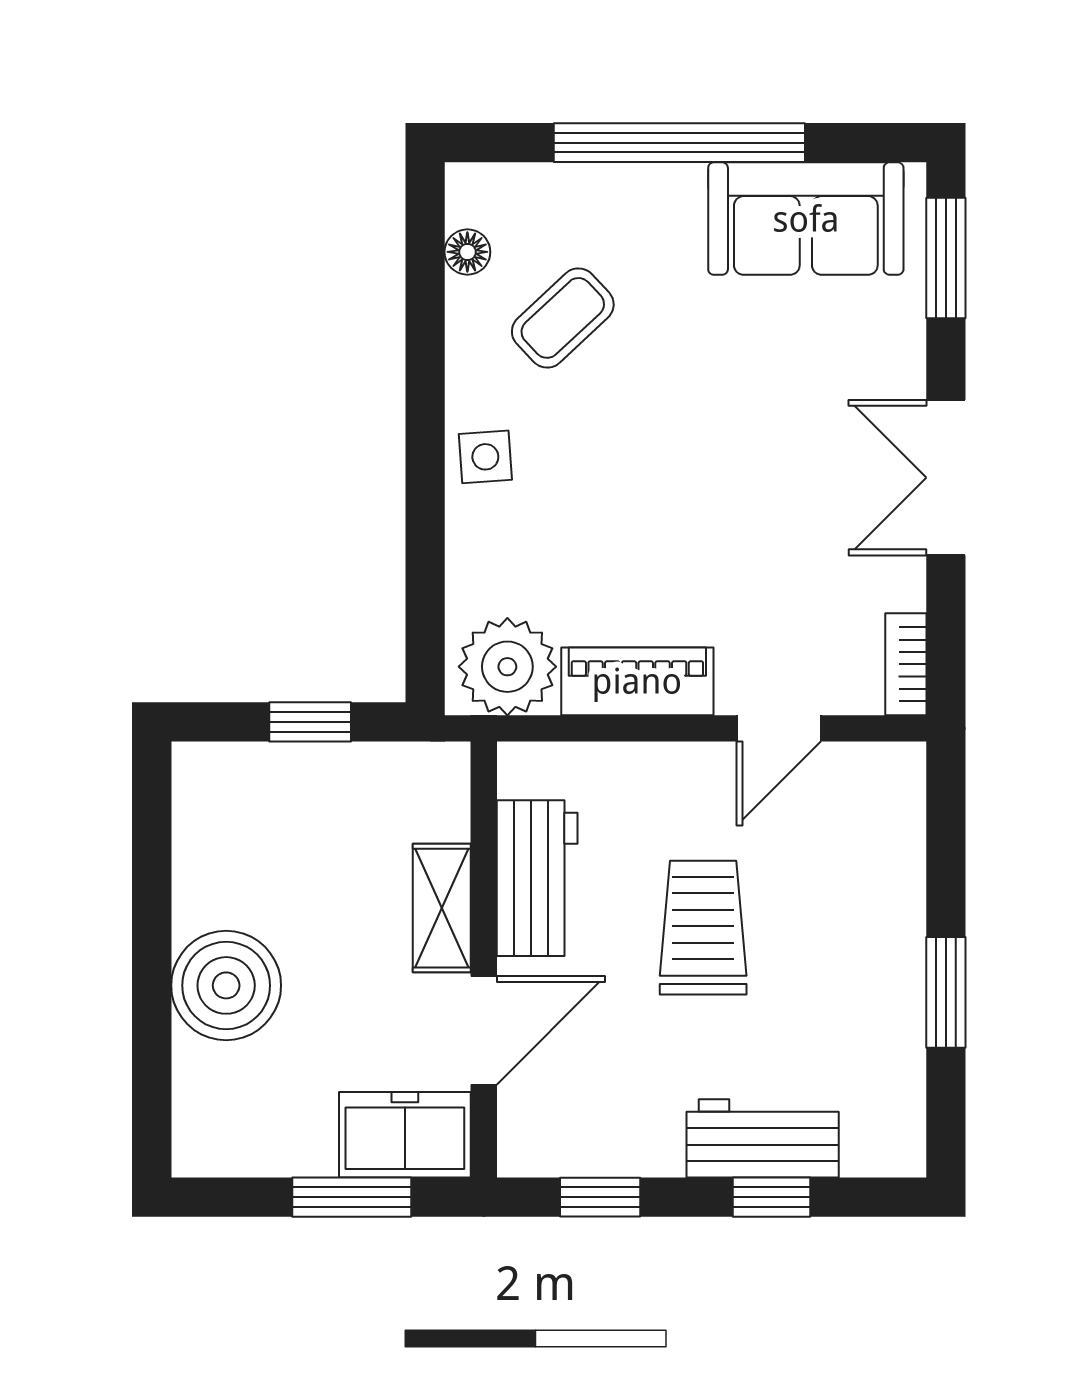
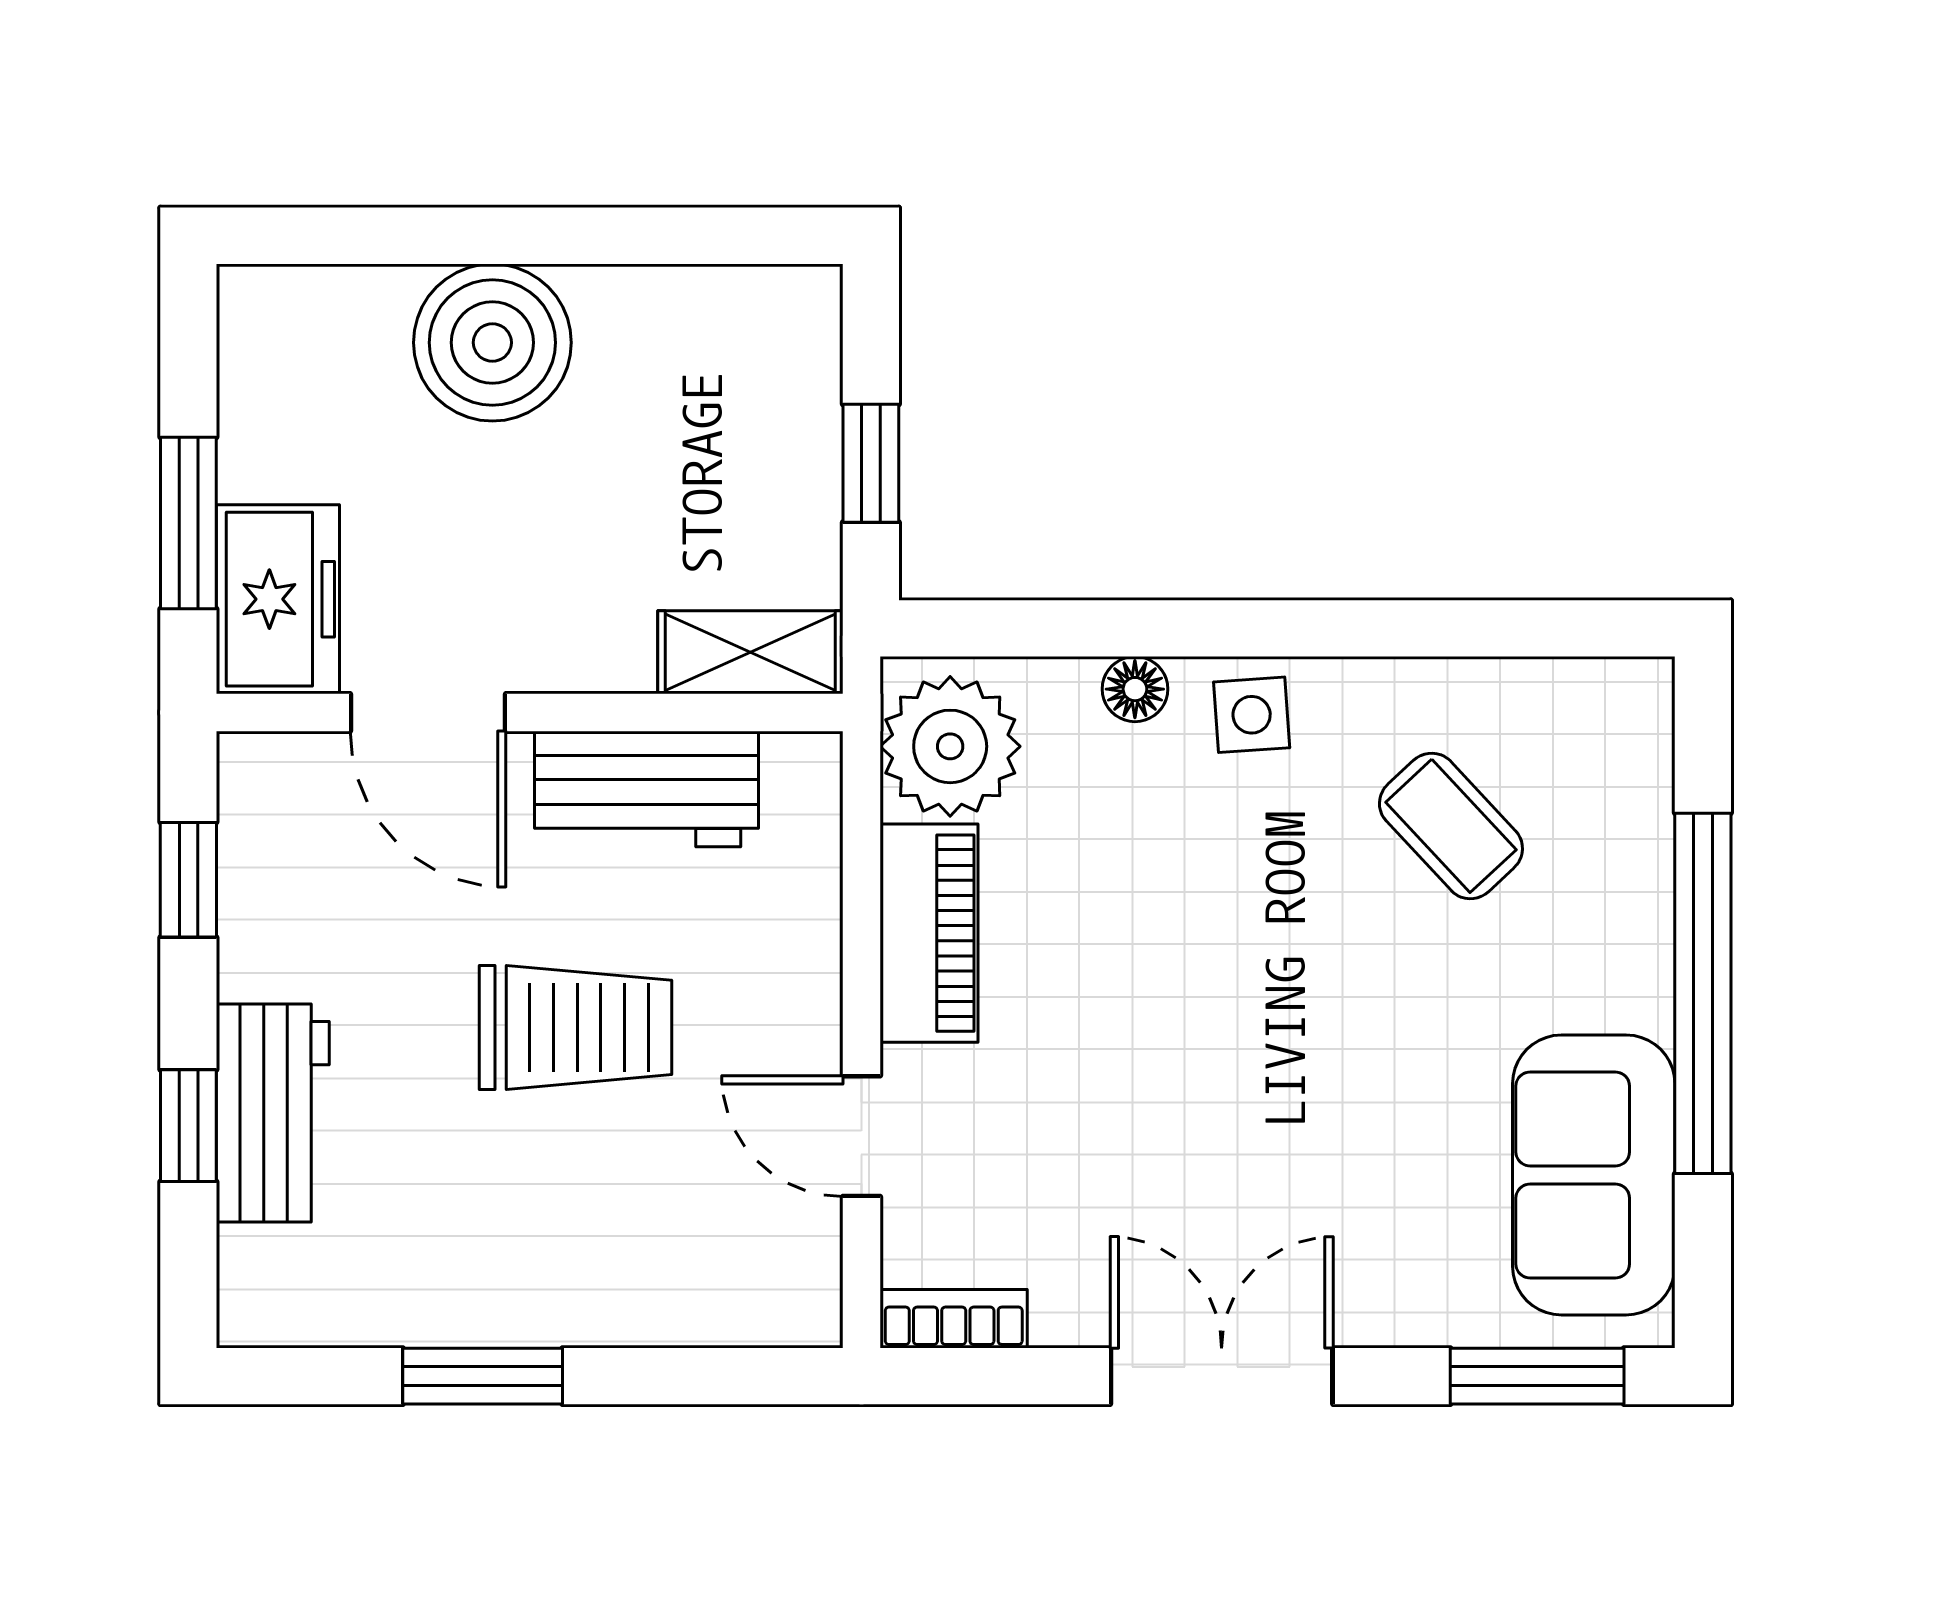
floor lamp: (467, 252) -> (1135, 689), moved
shelving: (442, 908) -> (750, 652), moved

